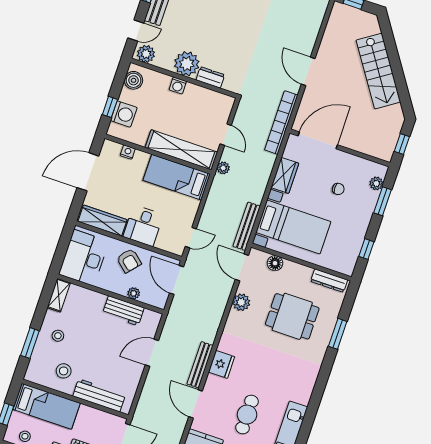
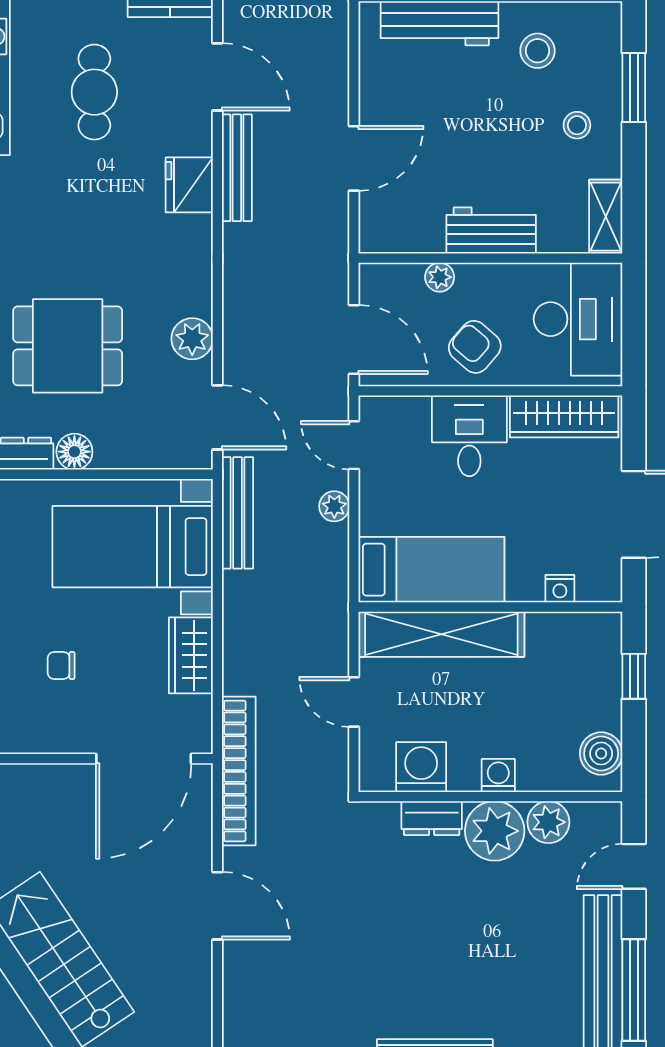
plant: (146, 54) -> (548, 822), moved
washing machine: (124, 114) -> (421, 767), moved, turned 90
plant: (223, 168) -> (334, 506), moved
door: (191, 238) -> (354, 445), hinge flipped
floor lamp: (275, 263) -> (74, 452), moved
workbench: (123, 311) -> (491, 231), moved

